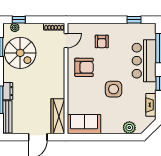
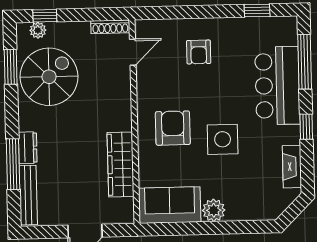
spiral stairs: (20, 53) -> (49, 77), turned -90
armchair: (84, 67) -> (173, 128), moved, turned -90
wardrobe: (58, 116) -> (121, 165), moved
plant: (129, 128) -> (214, 210), moved

